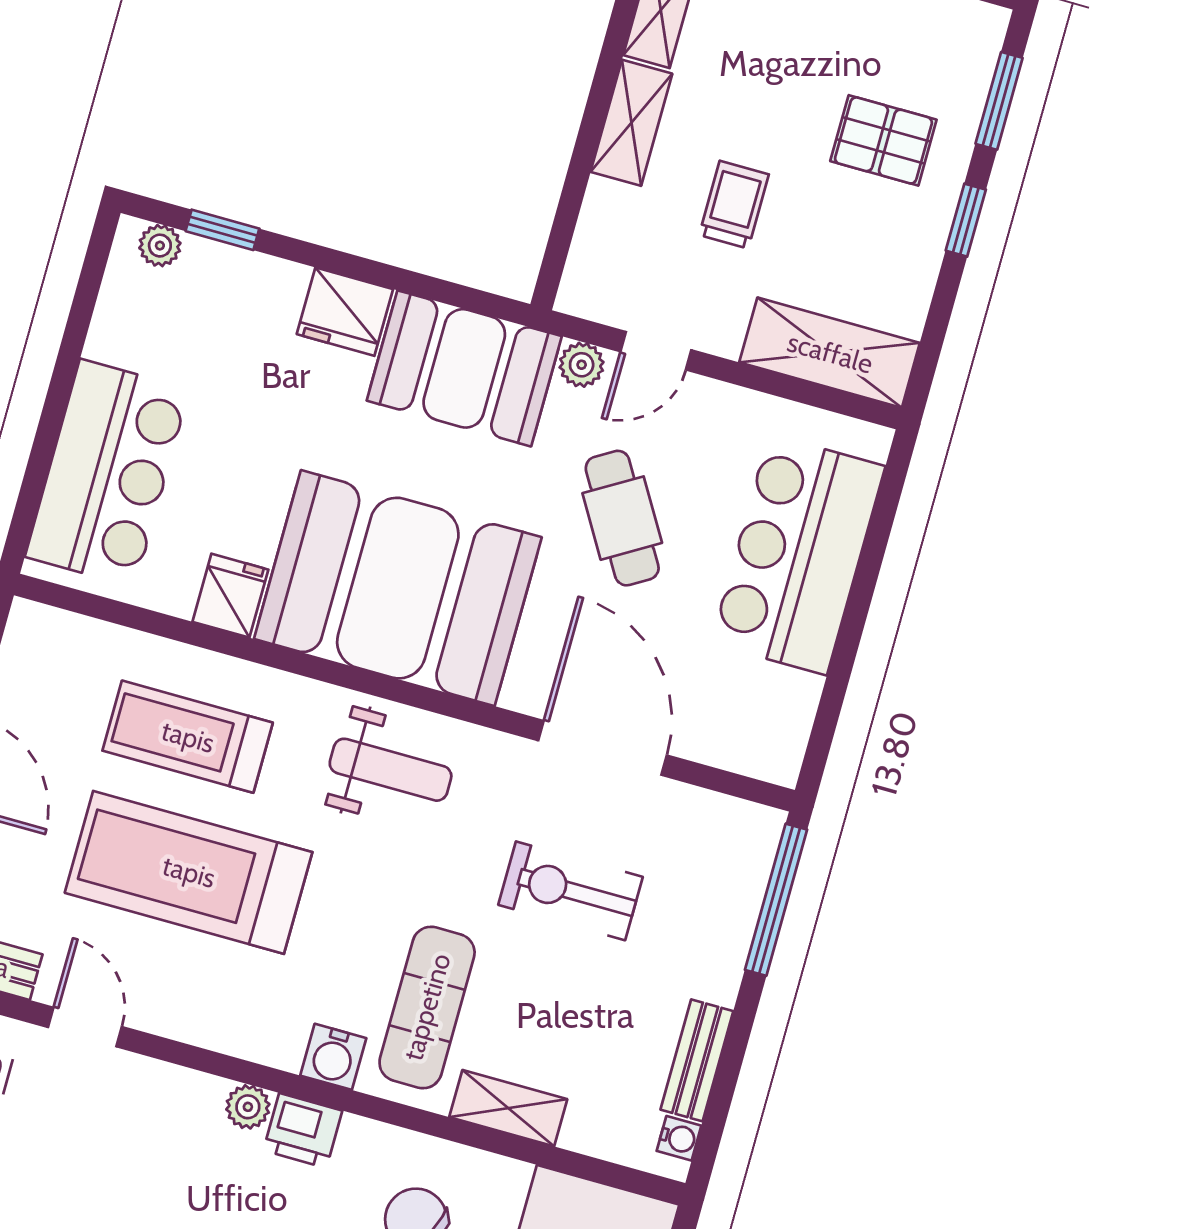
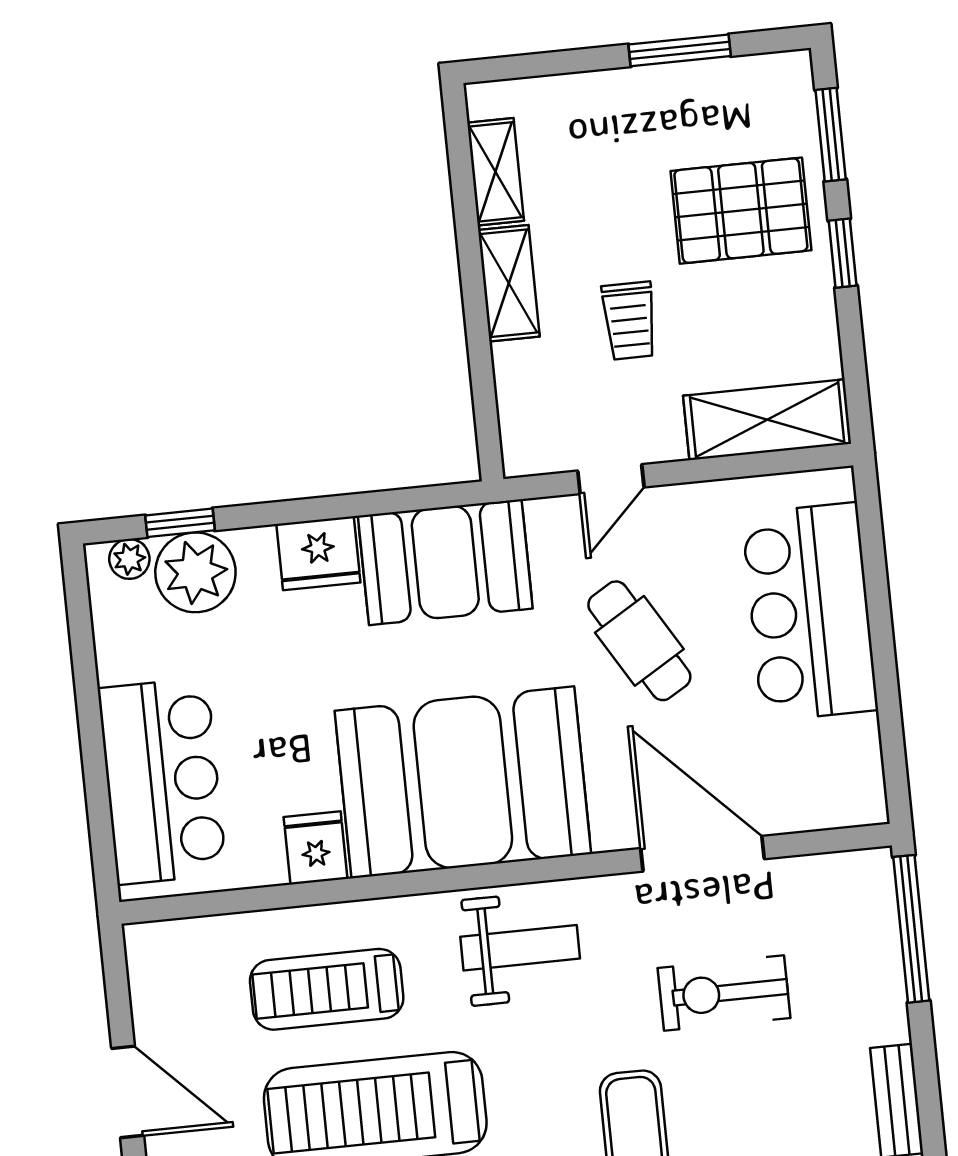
pallet: (883, 140) -> (741, 211), width x1.50, depth x1.42
trolley: (734, 205) -> (629, 321), turned 180
plant: (582, 365) -> (195, 572), moved, width x1.88, depth x1.88

